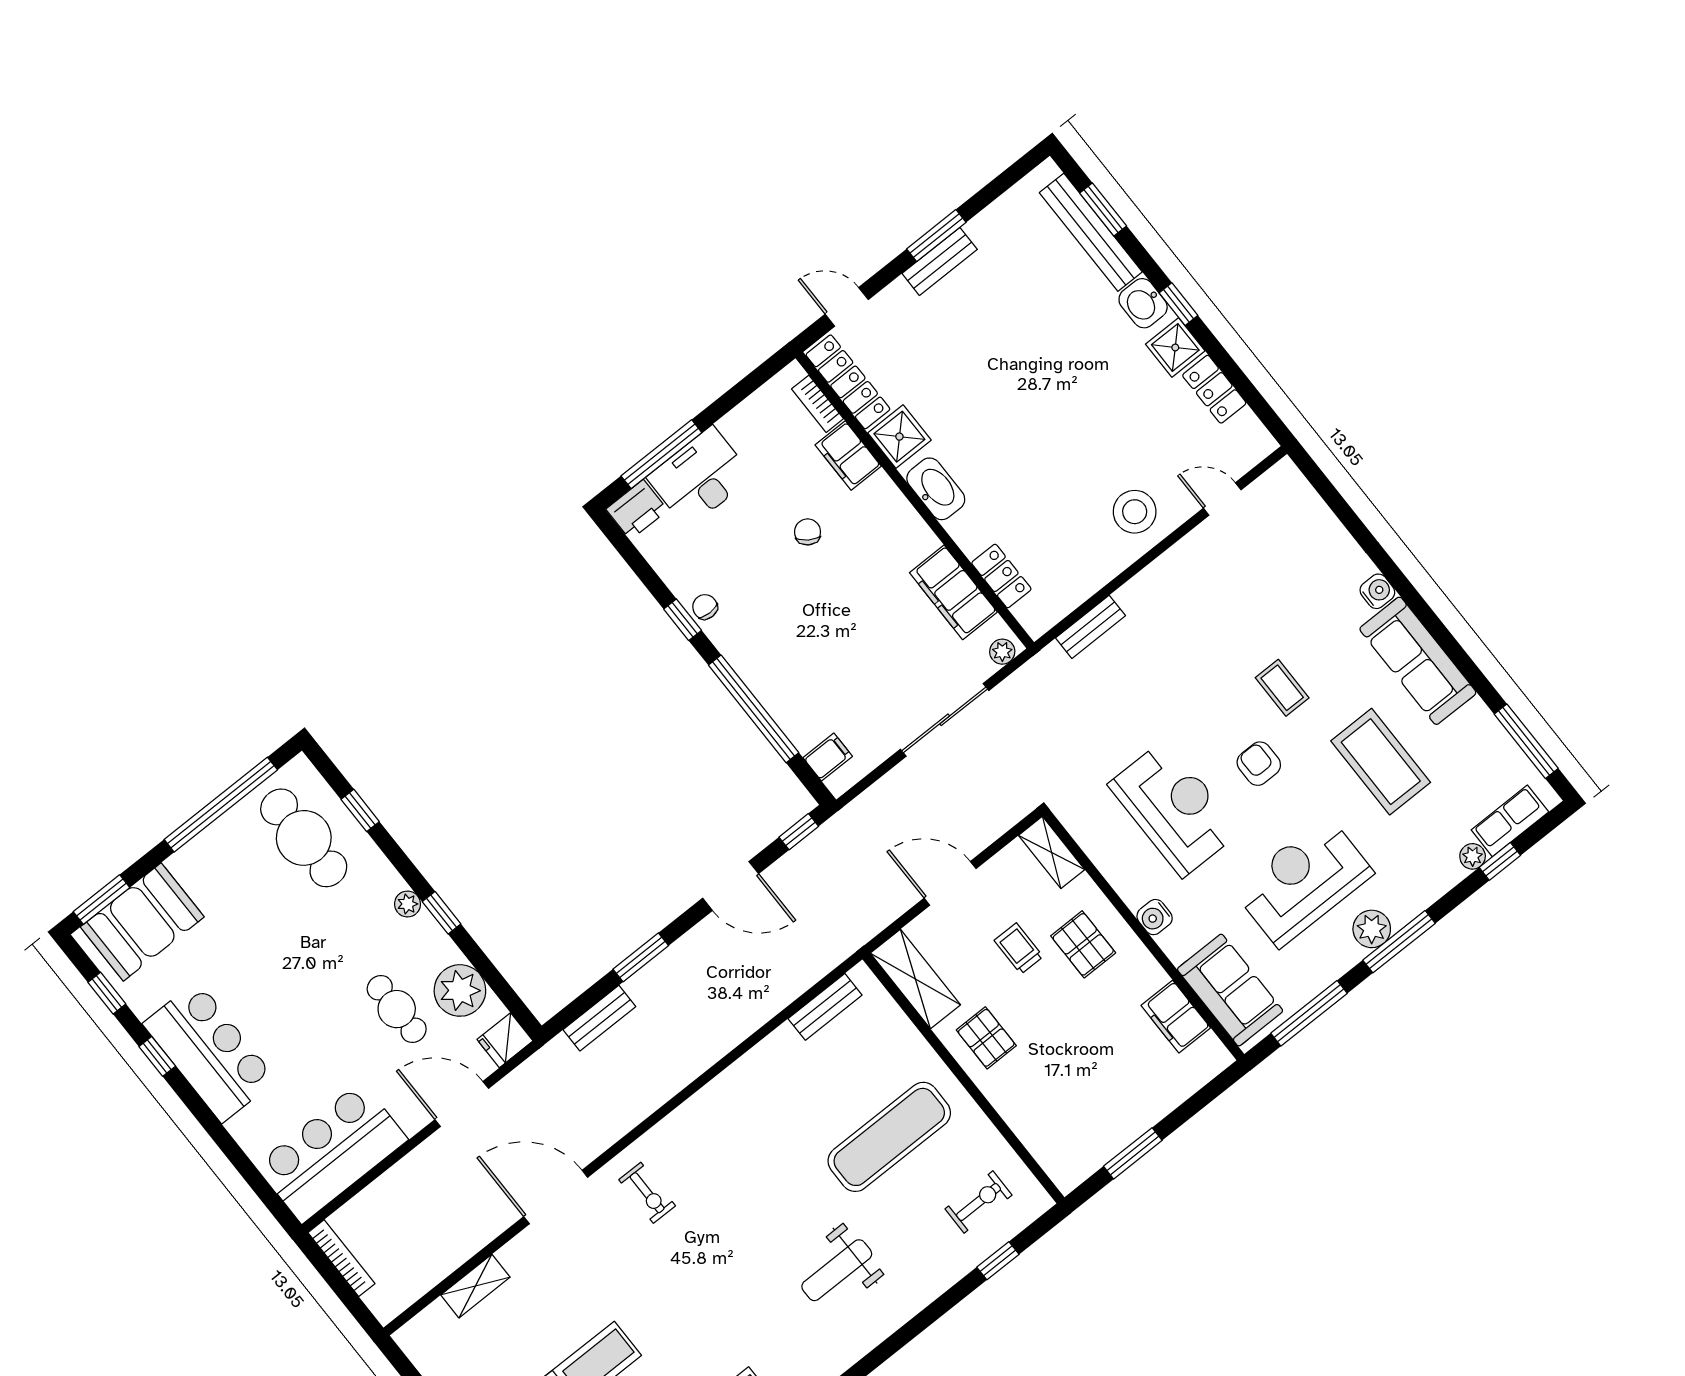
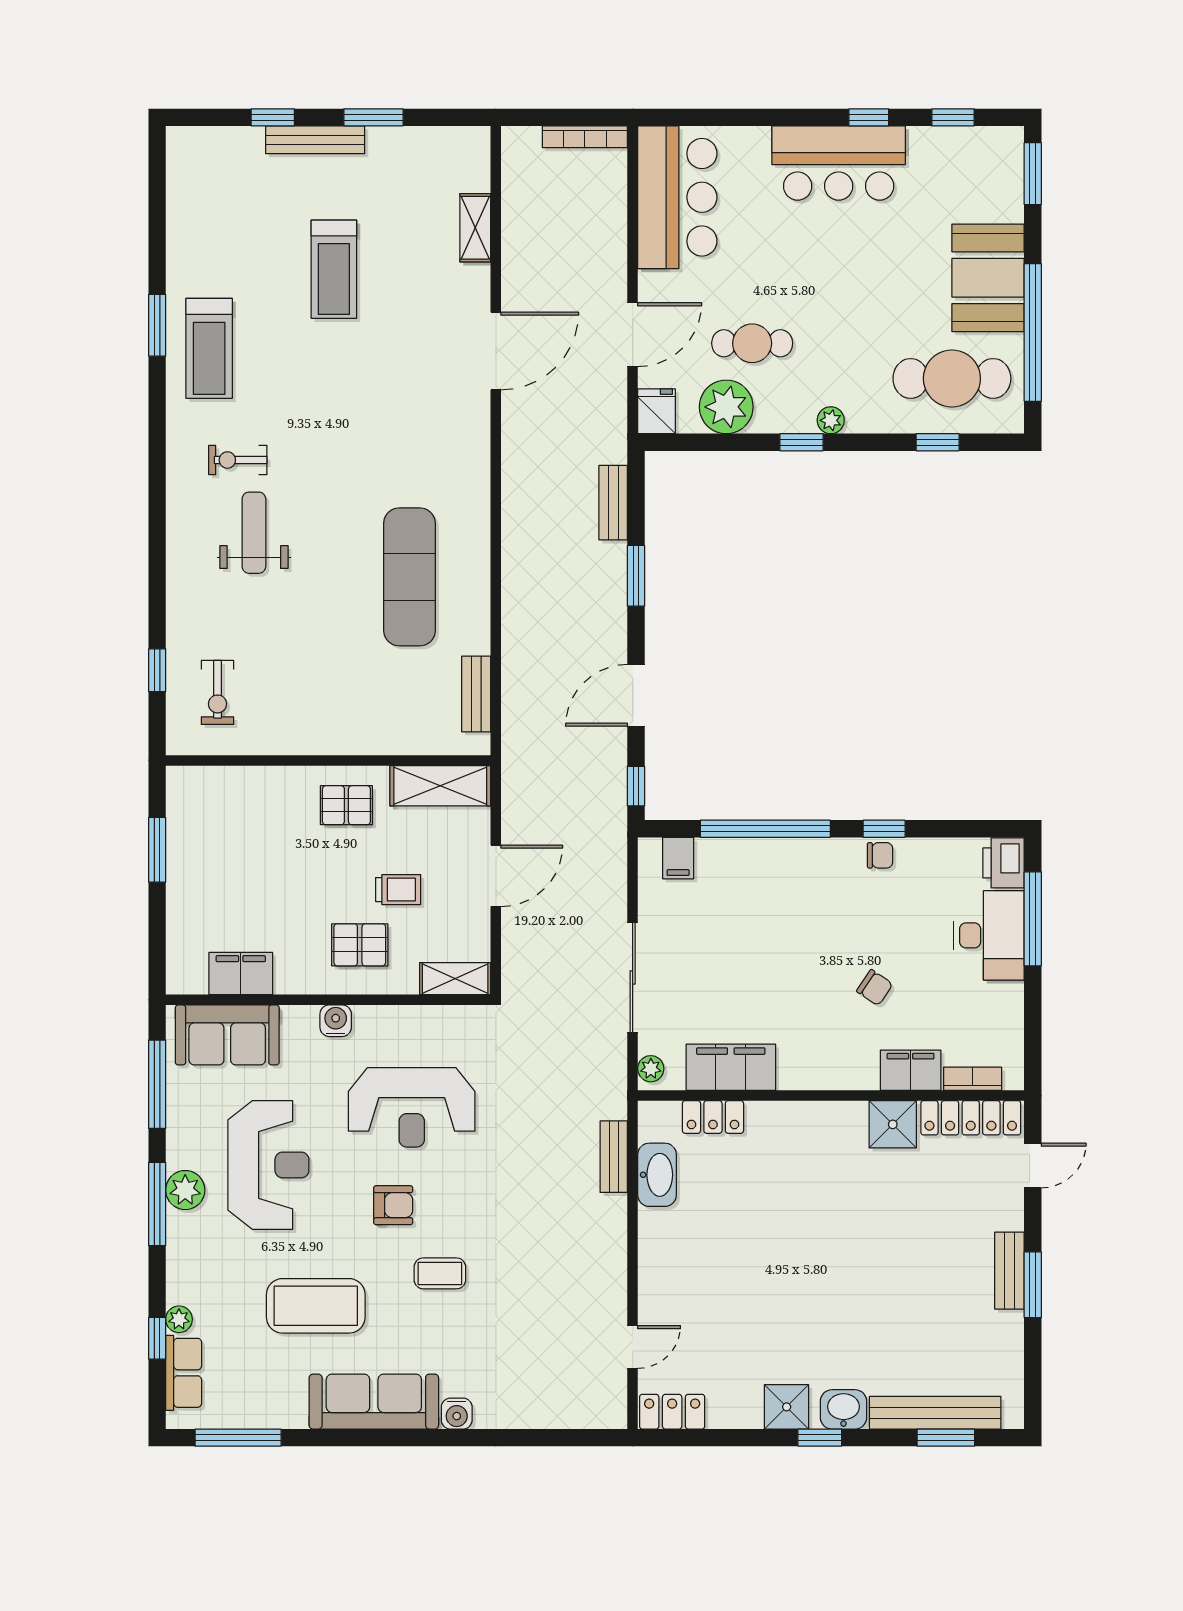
locker: (1214, 389) -> (672, 1412), moved
washbasin: (936, 489) -> (657, 1175), moved, turned -90
stool: (1135, 512) -> (679, 1267), removed
booth: (142, 922) -> (988, 278), moved
exercise mat: (889, 1137) -> (410, 577), moved
exercise bike: (647, 1193) -> (238, 460), moved

